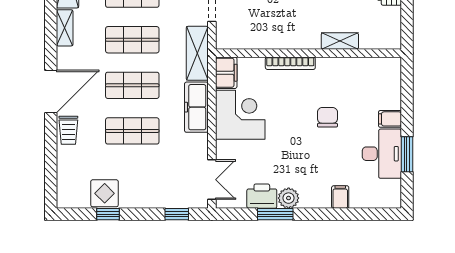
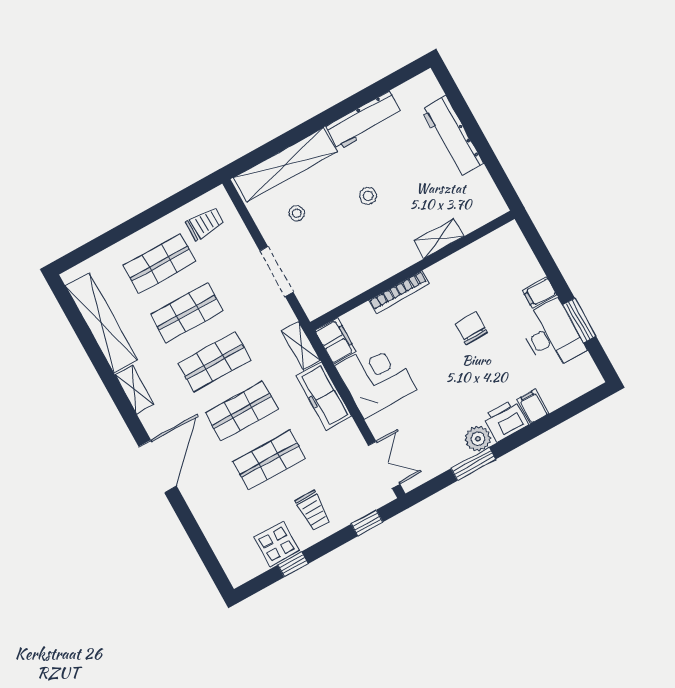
shelving: (197, 53) -> (301, 346), width x0.67, depth x0.75
trolley: (68, 130) -> (313, 511), moved
printer: (262, 196) -> (506, 421), moved

